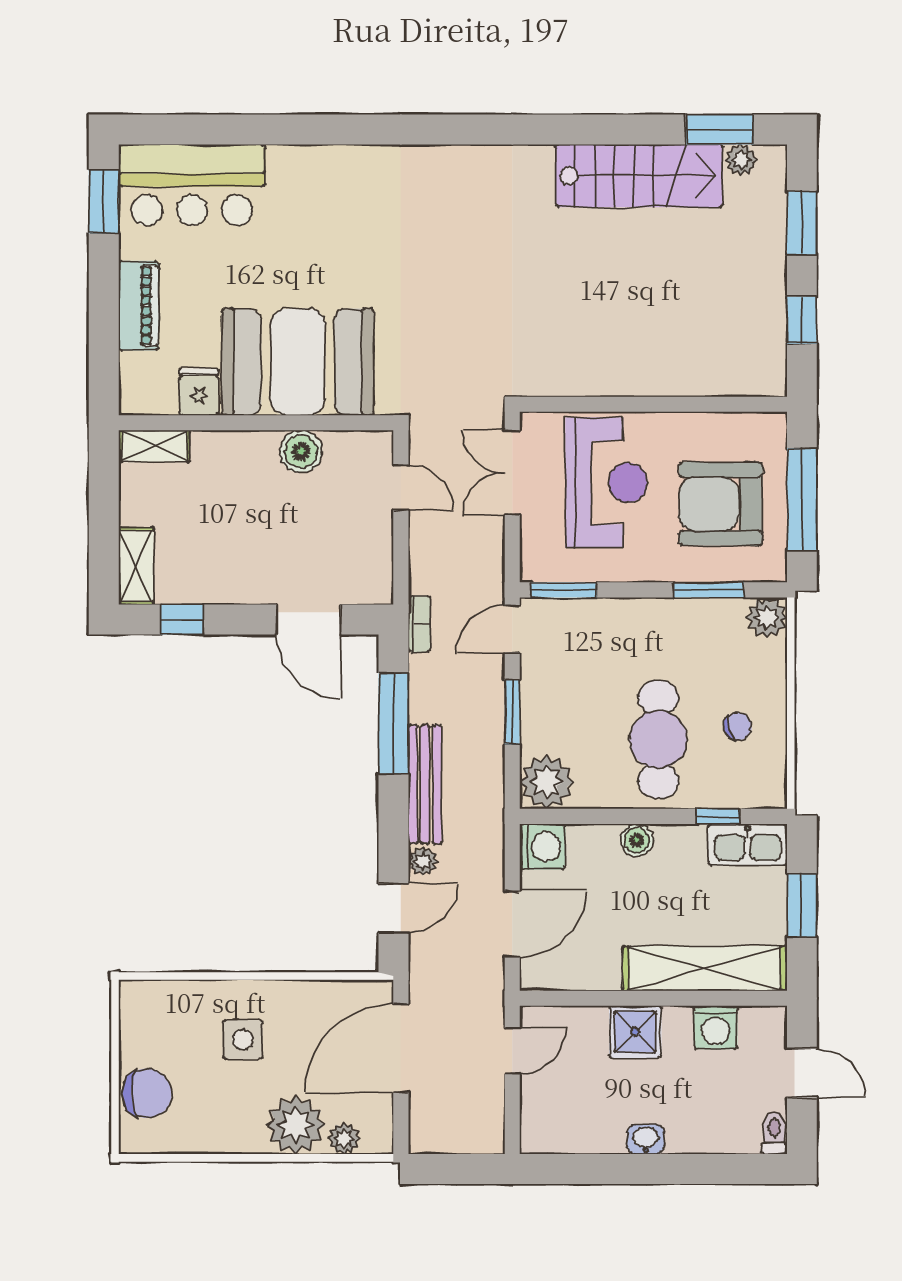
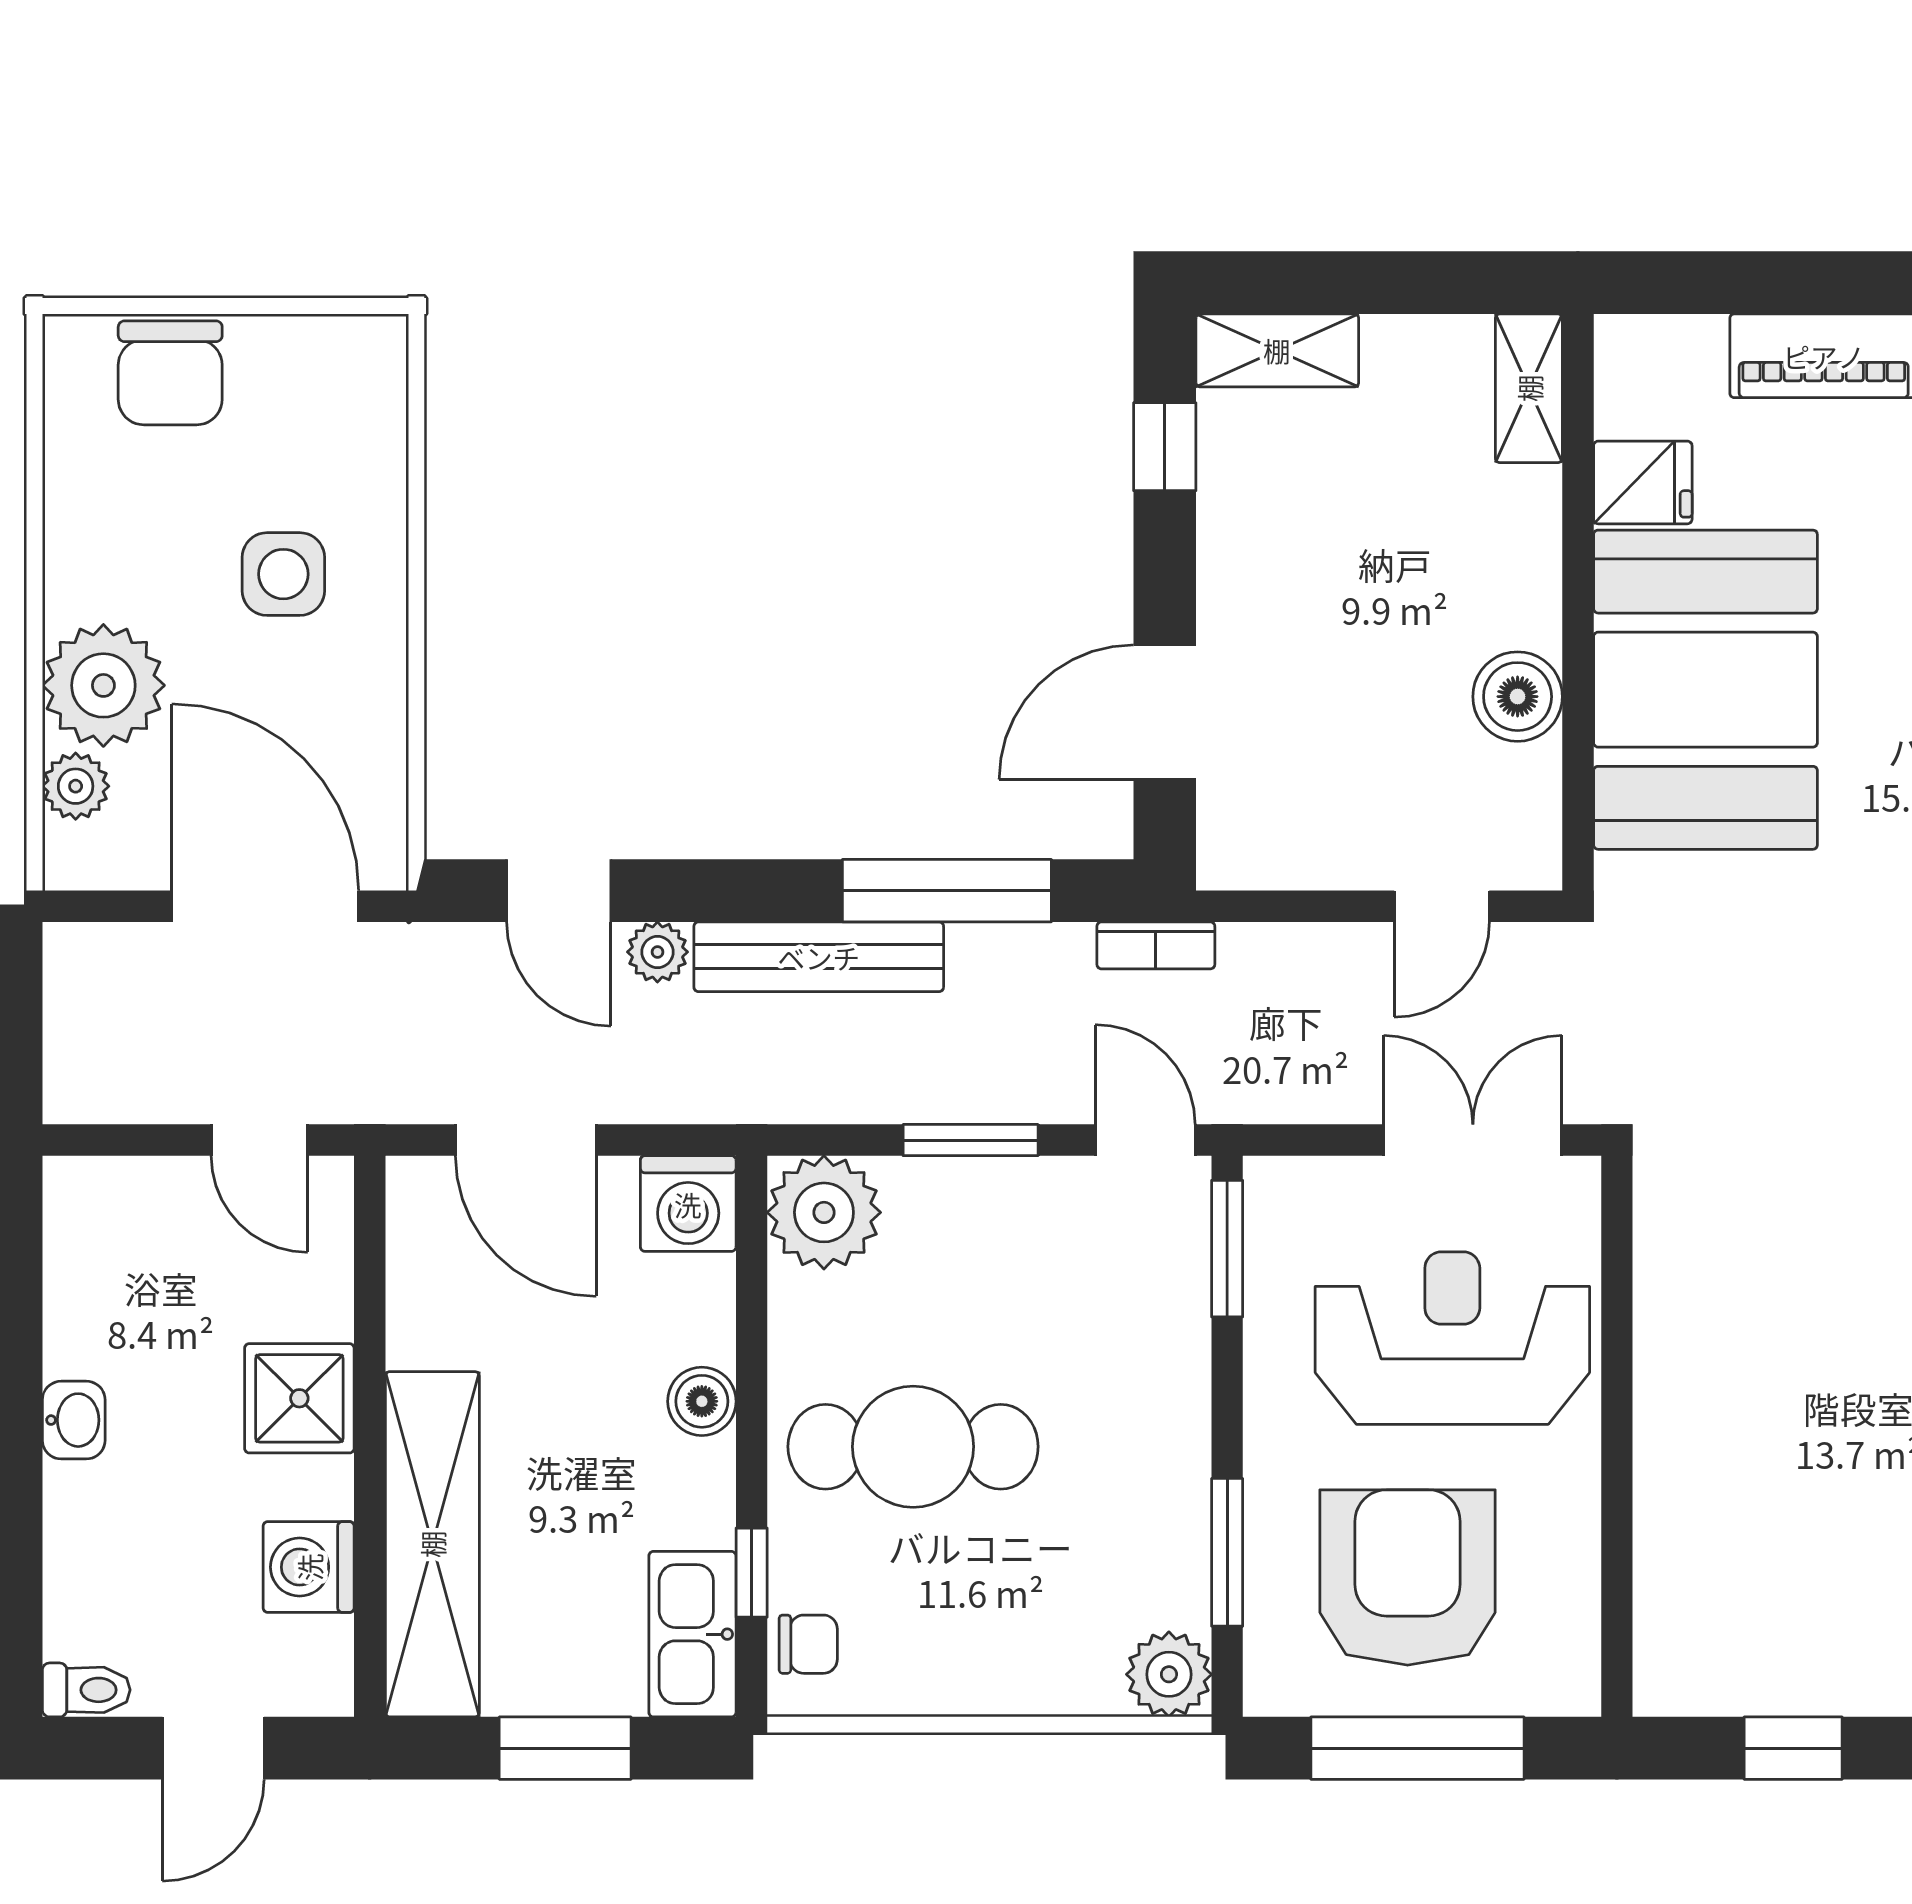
reception desk: (607, 483) -> (1452, 1338), turned 180
chair: (738, 726) -> (808, 1644), moved, turned -75

